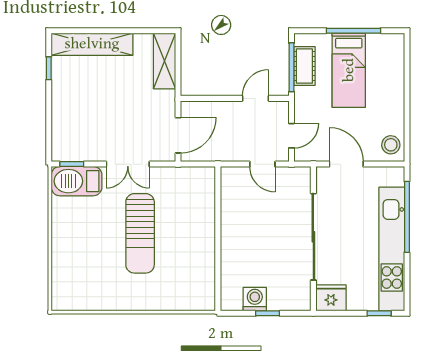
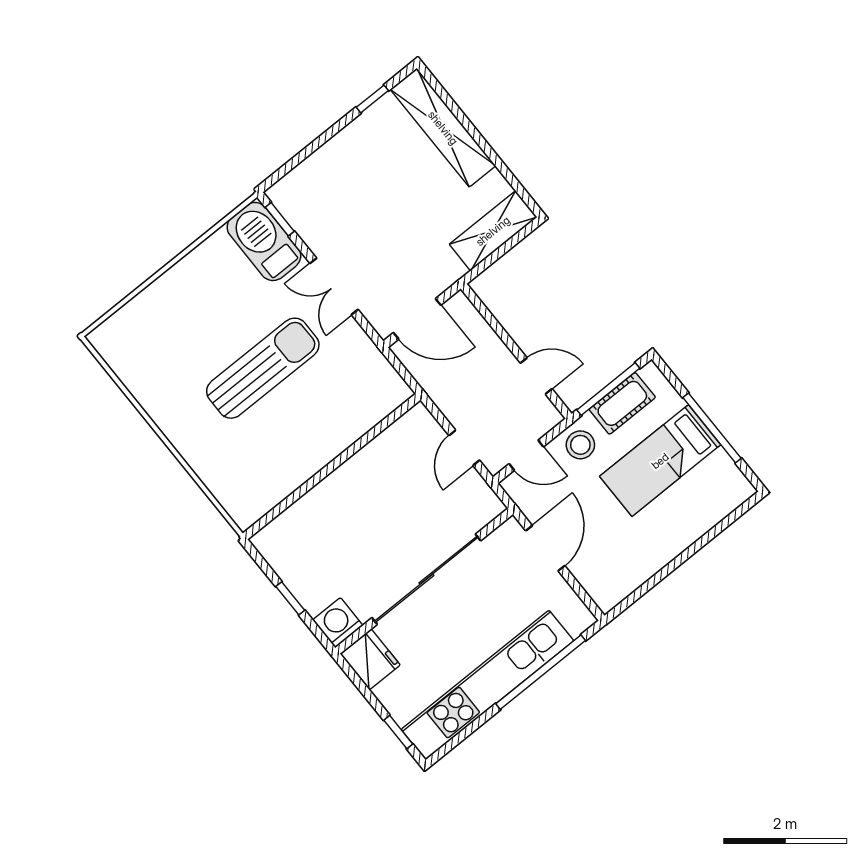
stool: (391, 145) -> (580, 445), moved
sun lounger: (140, 233) -> (263, 368), turned 180
washing machine: (255, 299) -> (338, 623), moved, turned -90

